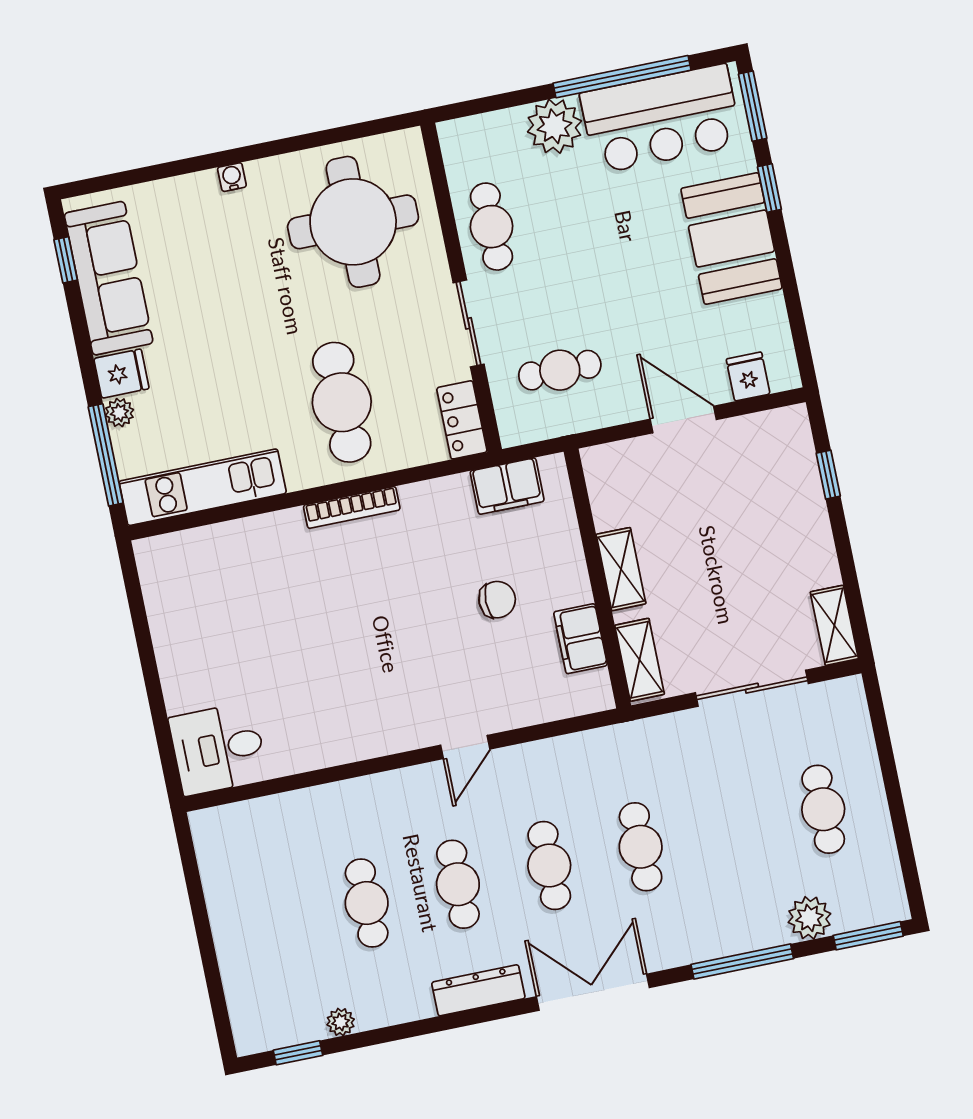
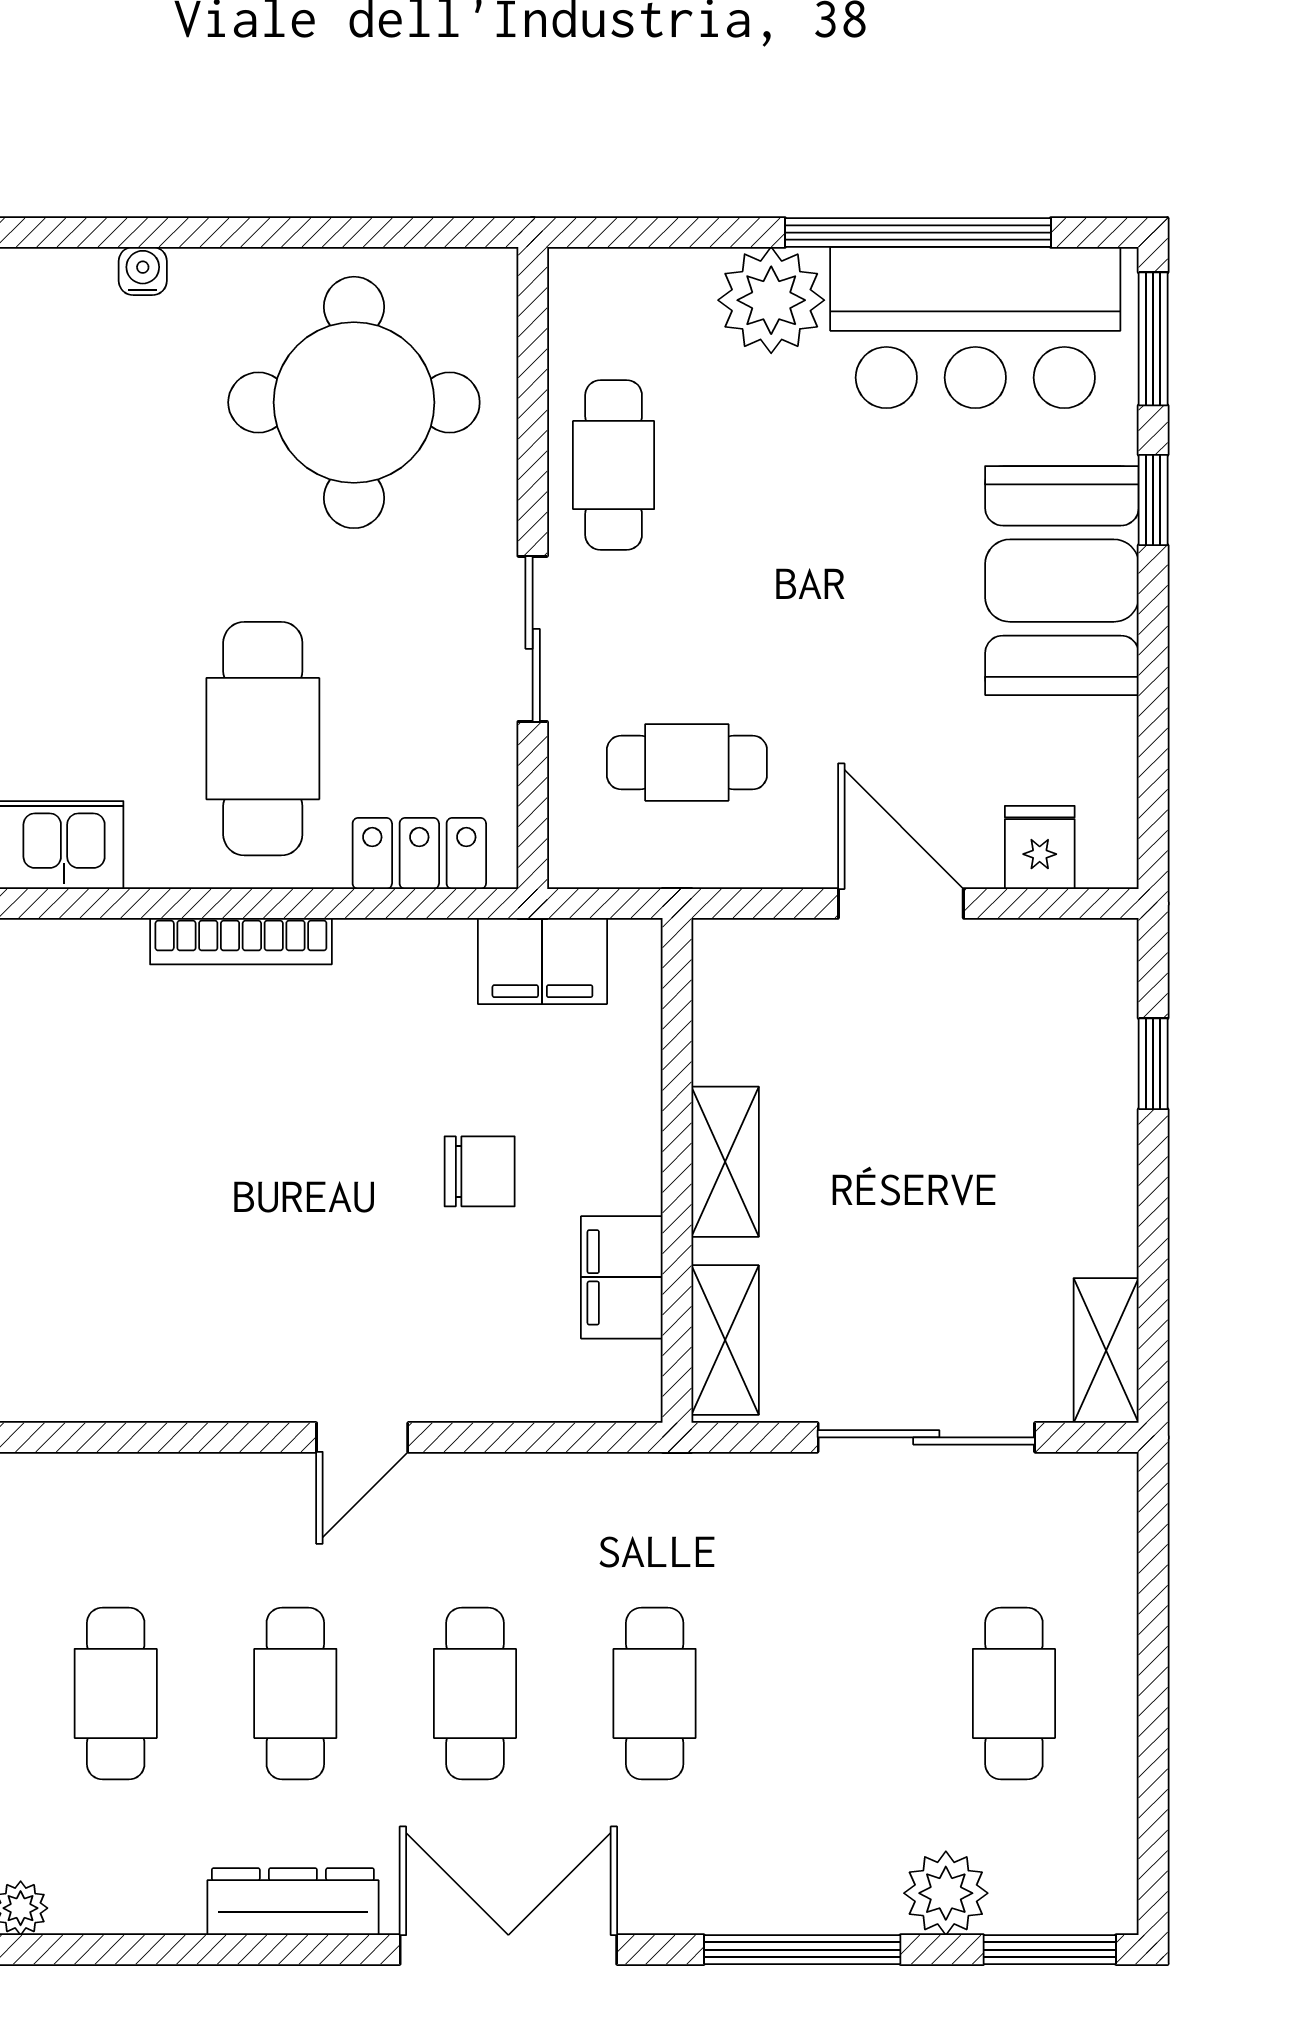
locker: (462, 420) -> (419, 853), moved, turned 90

